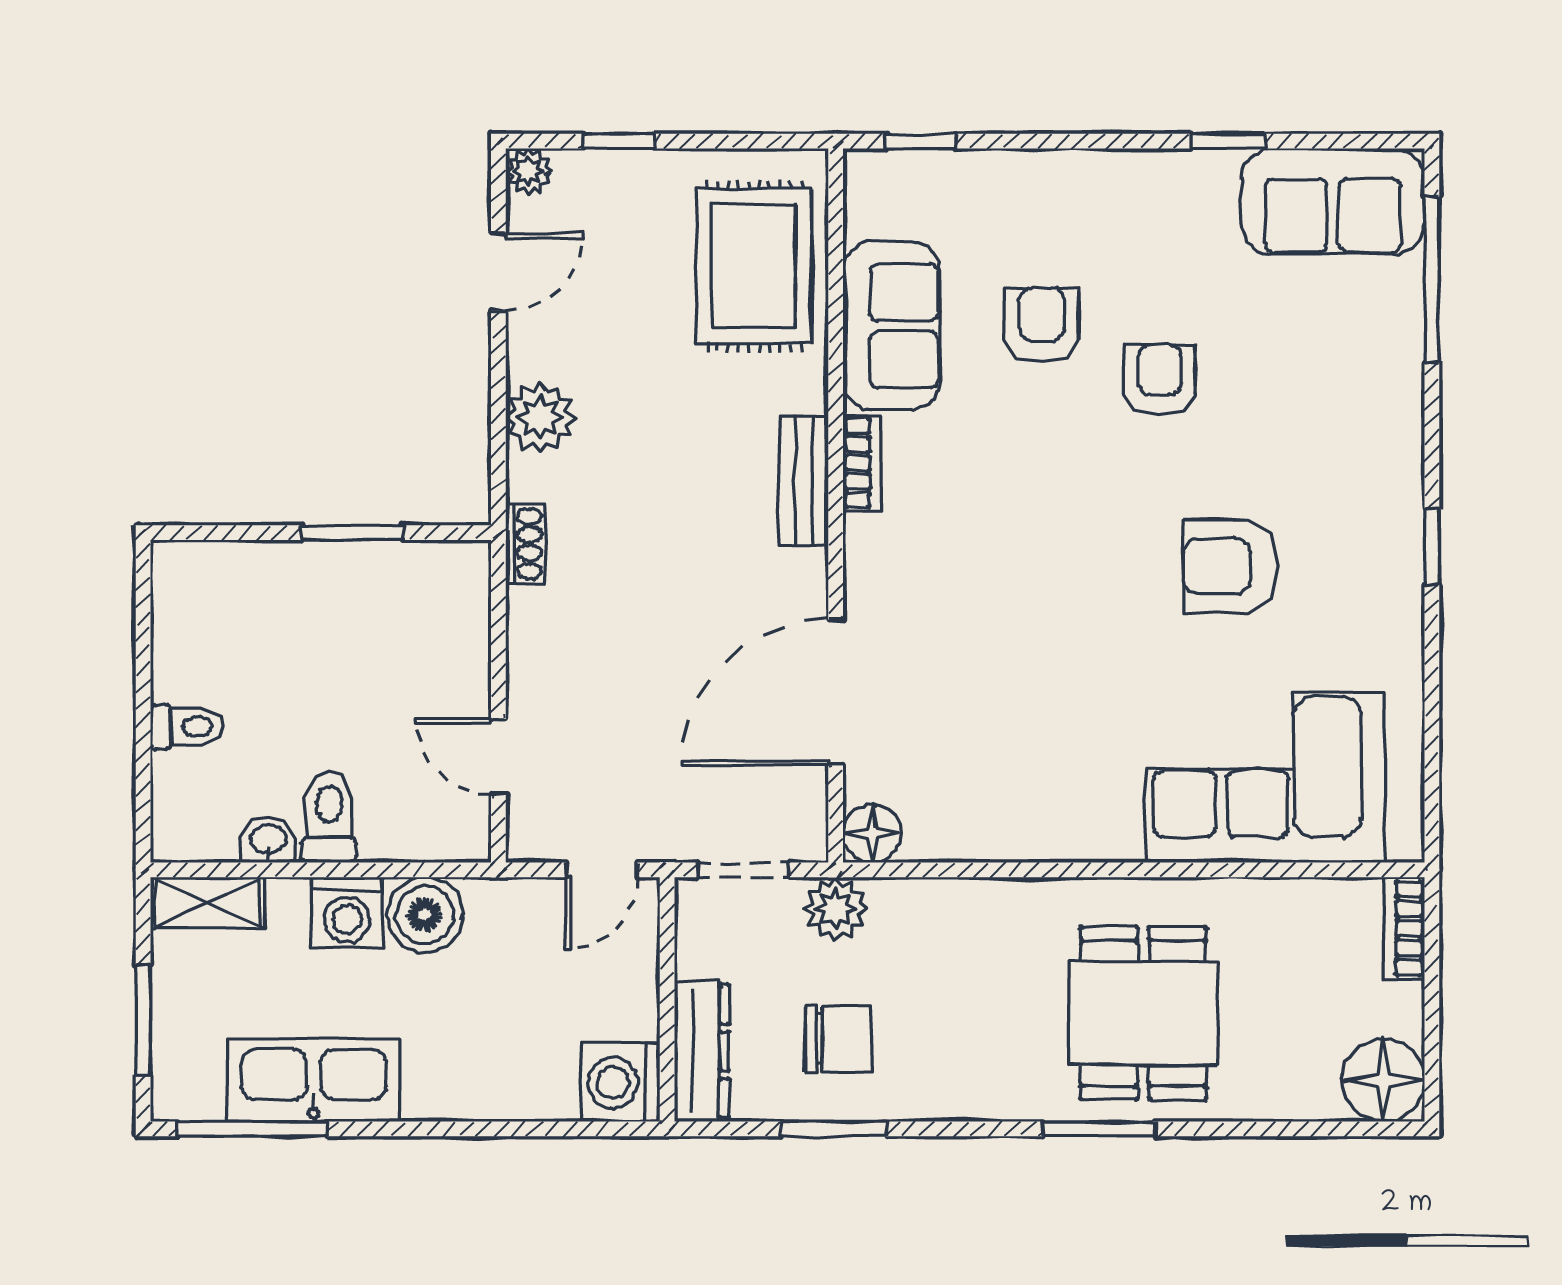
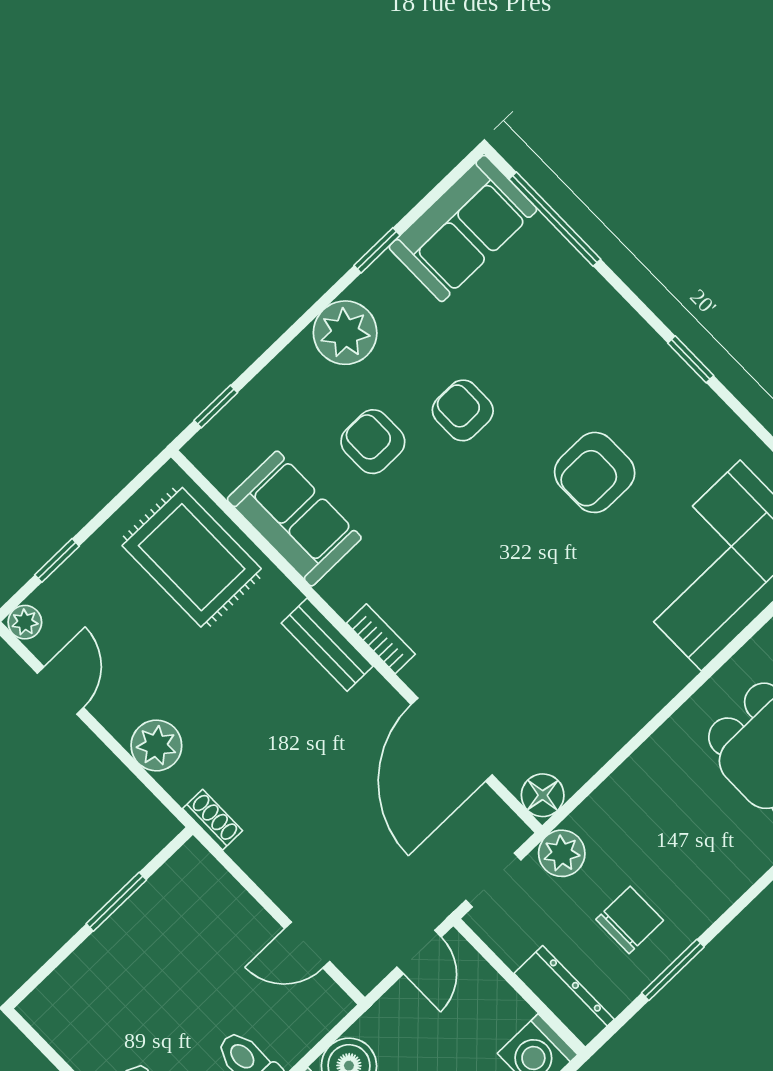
plant: (1118, 192) -> (345, 333), added
bookcase: (862, 463) -> (381, 639), moved

